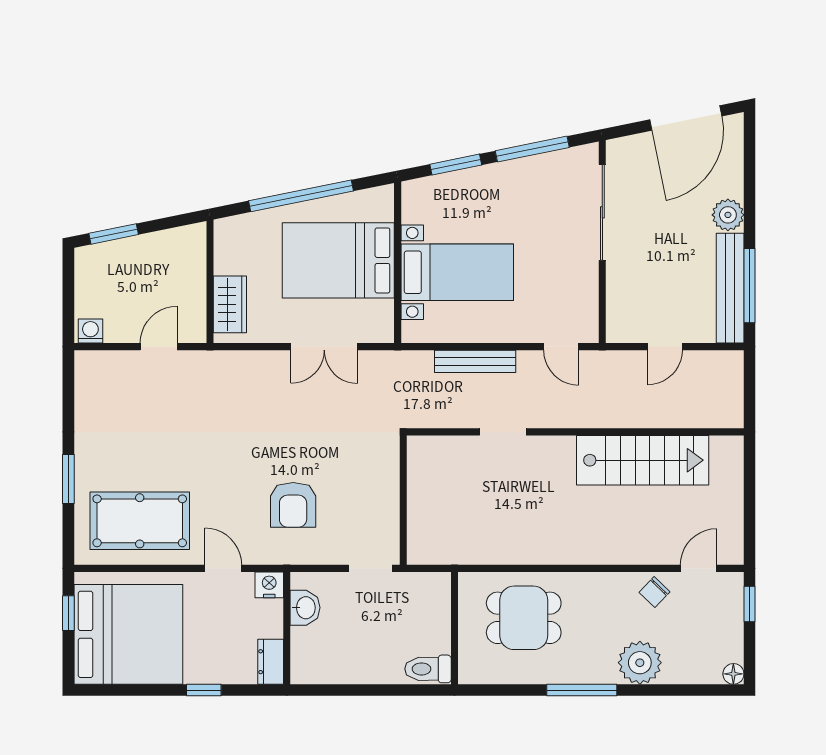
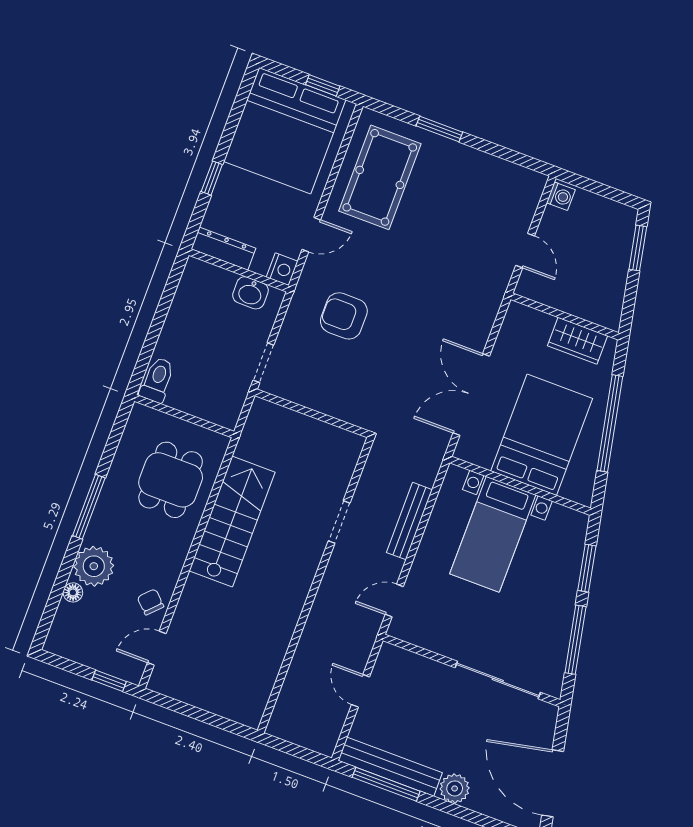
wardrobe: (230, 304) -> (577, 341), moved
double door: (324, 347) -> (471, 395), width x1.37
stairs: (643, 460) -> (232, 522), moved, turned 180
door: (699, 568) -> (157, 648), swing flipped
dresser: (271, 662) -> (223, 249), width x1.44
floor lamp: (733, 674) -> (73, 592), moved

